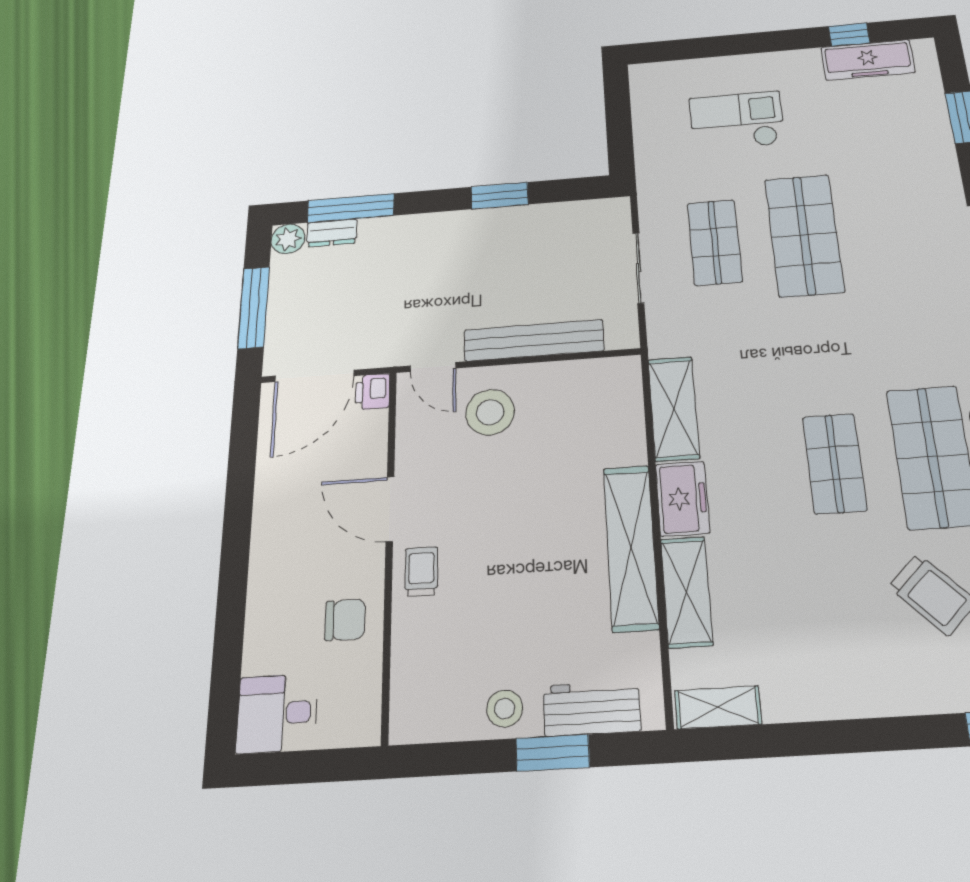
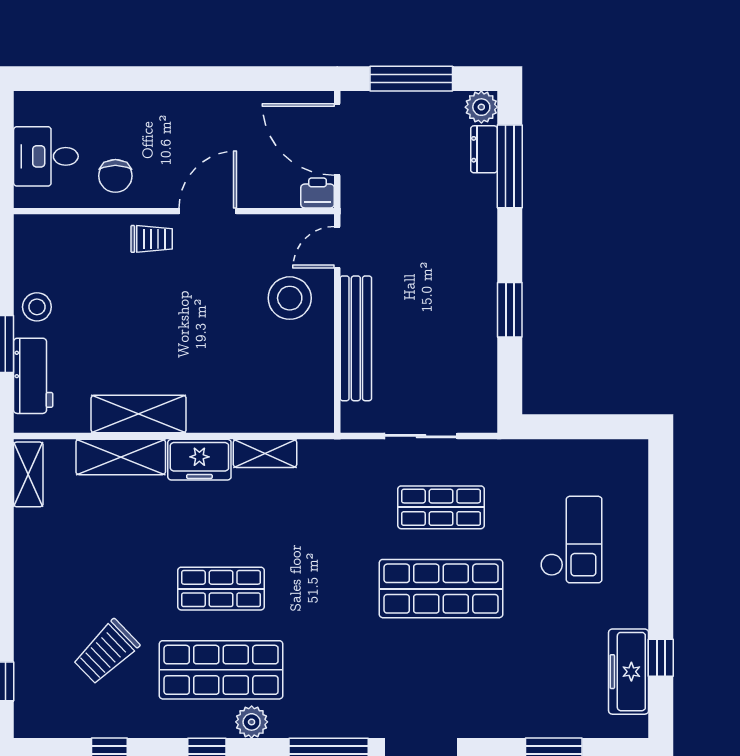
shelving: (674, 408) -> (265, 453), width x0.67, depth x0.75
shelving: (631, 547) -> (139, 414), width x0.68
desk: (277, 713) -> (46, 156), moved, turned -90

